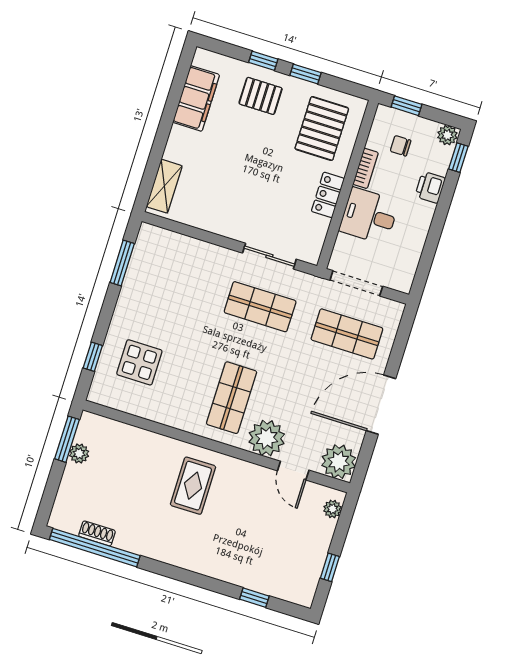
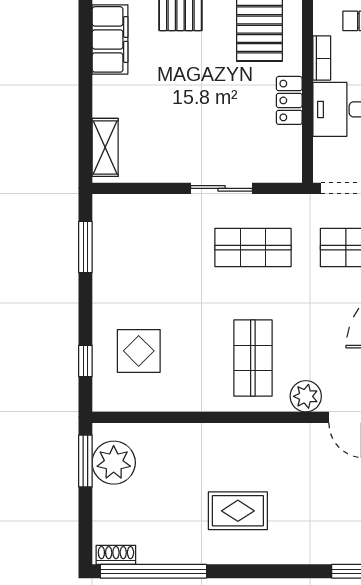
sliding door: (269, 256) -> (222, 188), moved
plant: (267, 438) -> (306, 396), width x0.73, depth x0.73
plant: (79, 454) -> (114, 463), width x1.87, depth x1.87
rug: (193, 486) -> (238, 511), moved, turned 90
shoe rack: (97, 533) -> (116, 555), moved

